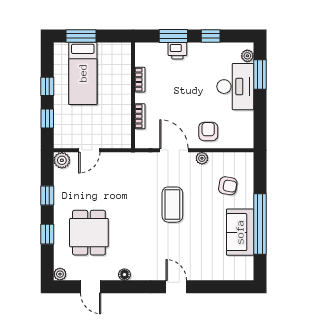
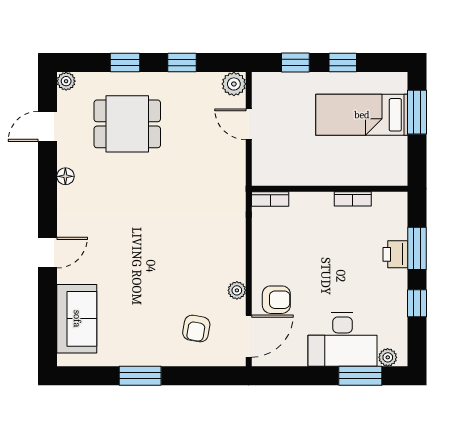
bookcase: (140, 116) -> (270, 199), moved
door: (174, 150) -> (249, 336), moved
coffee table: (172, 205) -> (169, 247), removed
window: (260, 224) -> (140, 376), width x0.47
sofa: (240, 232) -> (77, 319), moved, turned 90

